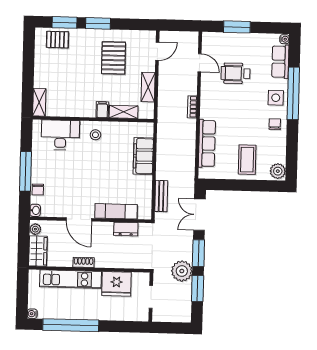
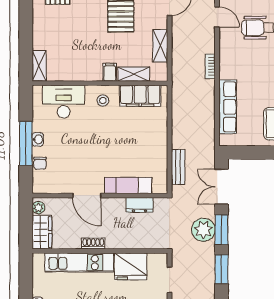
filing cabinet: (143, 156) -> (140, 96), moved, turned -90
washbasin: (35, 210) -> (38, 139), moved
plant: (182, 271) -> (203, 230), moved

